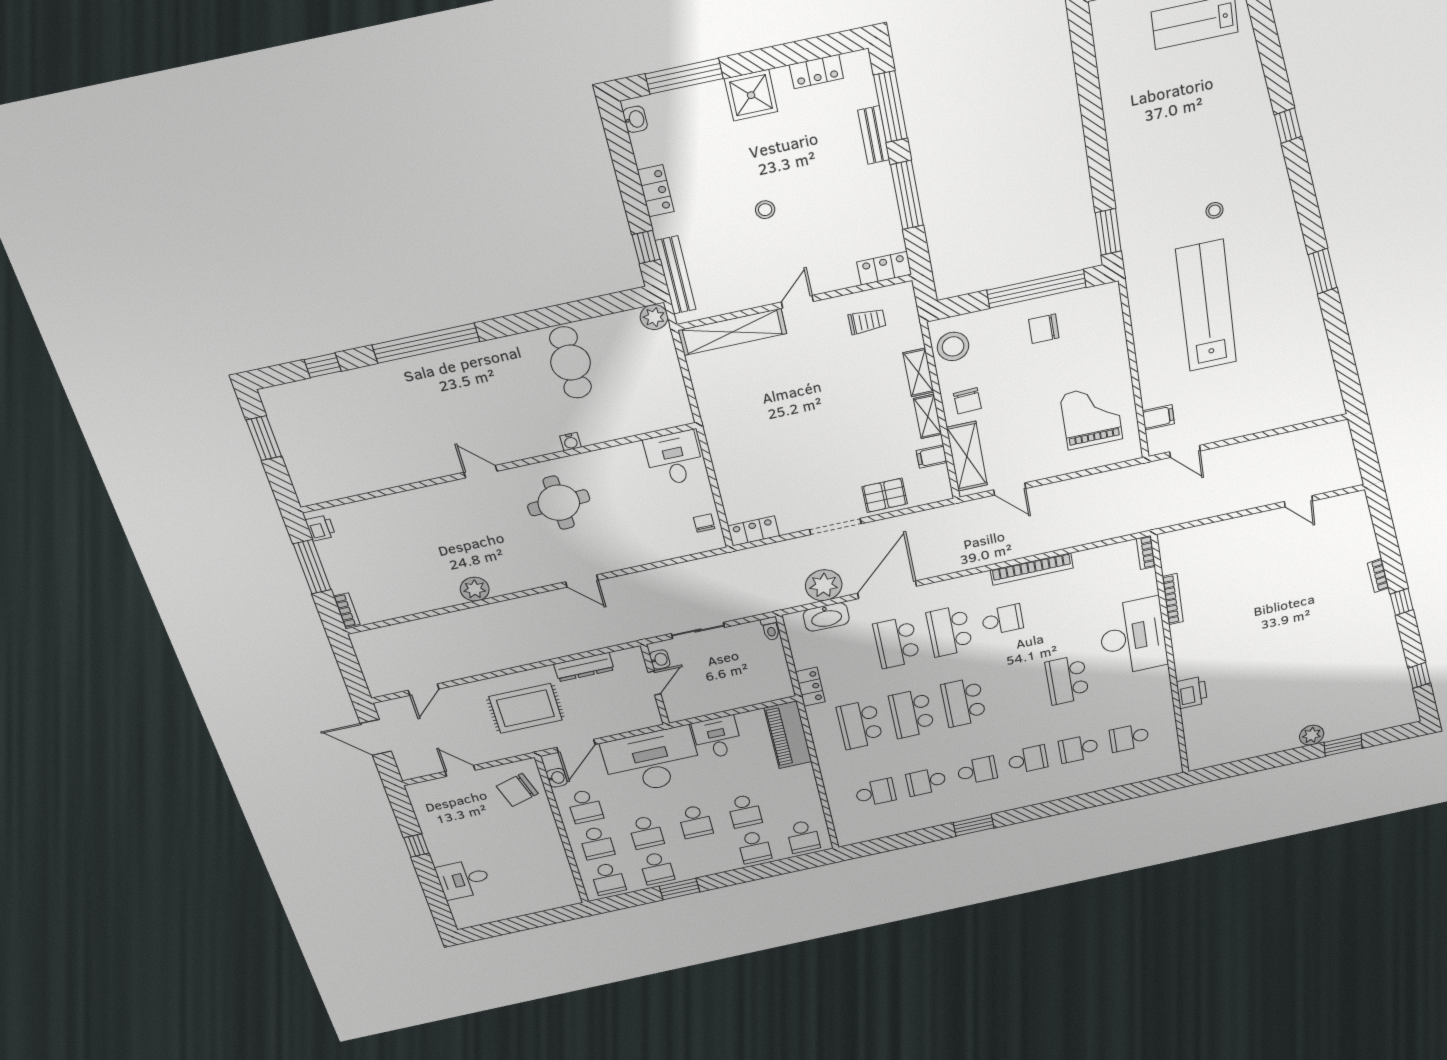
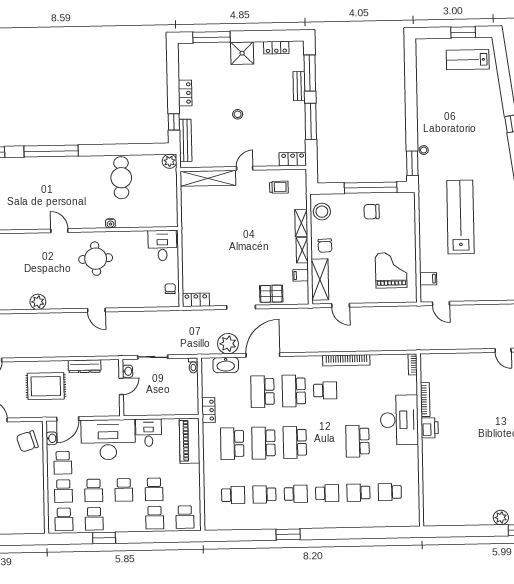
washbasin: (635, 119) -> (183, 54), removed
stool: (1215, 210) -> (424, 150), moved
printer: (1192, 692) -> (430, 428), moved

